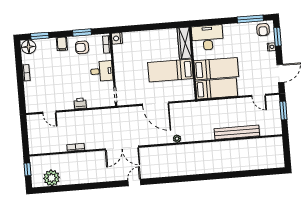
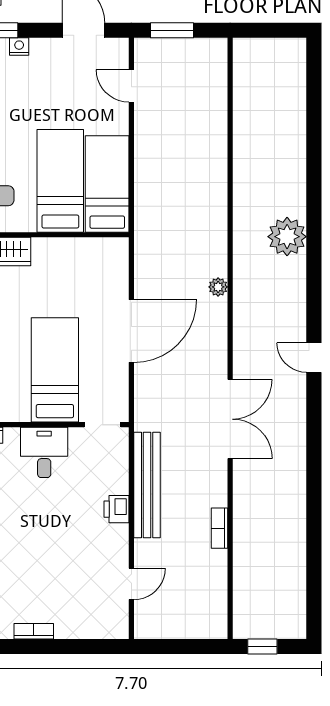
bed: (170, 71) -> (55, 370), moved, turned 180
door: (259, 95) -> (131, 86), swing flipped
bench: (237, 132) -> (147, 485), moved
plant: (52, 178) -> (287, 237), moved
door: (134, 183) -> (314, 358), moved

